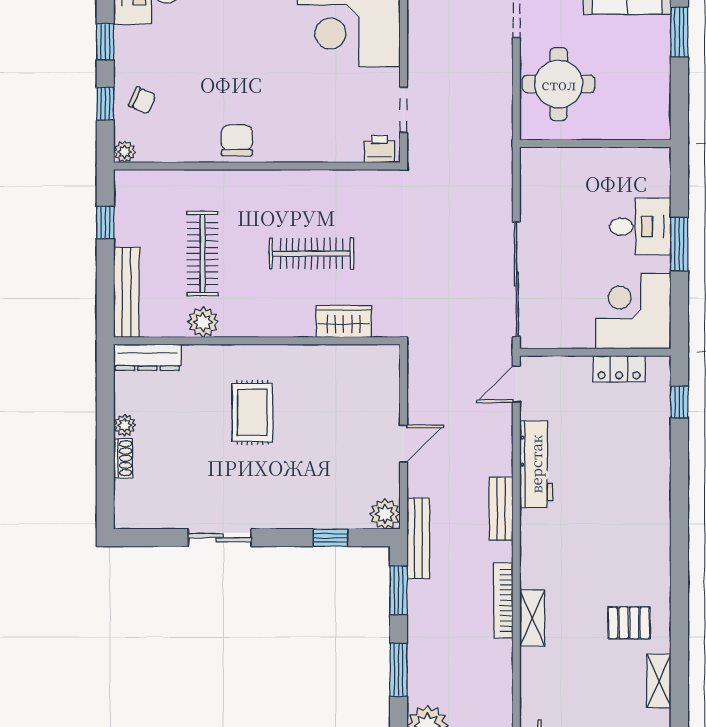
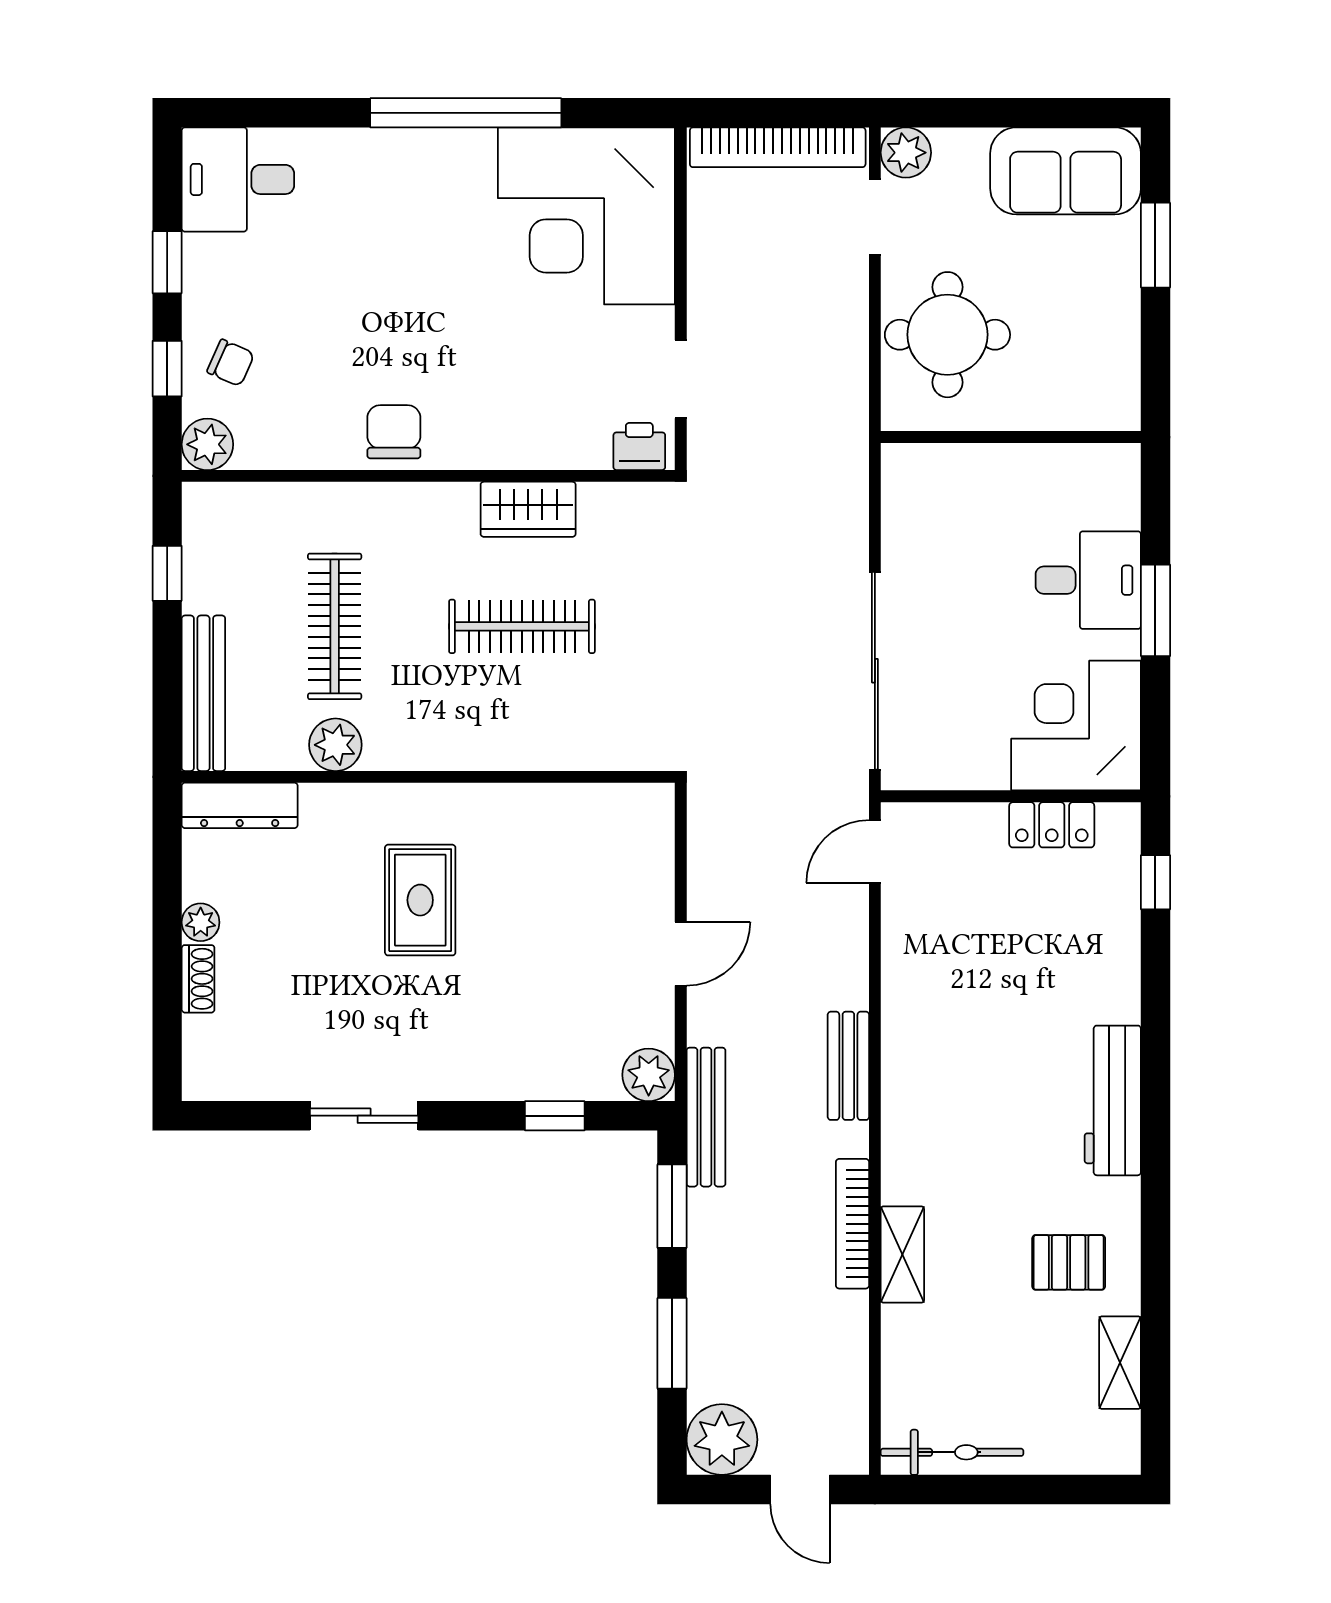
plant: (125, 152) -> (207, 444), width x1.38, depth x1.38
wardrobe: (344, 321) -> (528, 509), moved, turned 180
workbench: (536, 464) -> (1113, 1100), moved, turned 180

